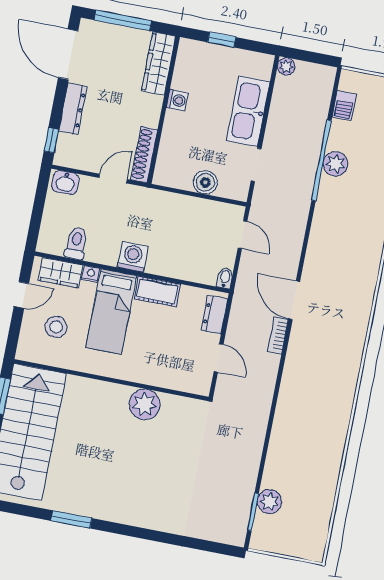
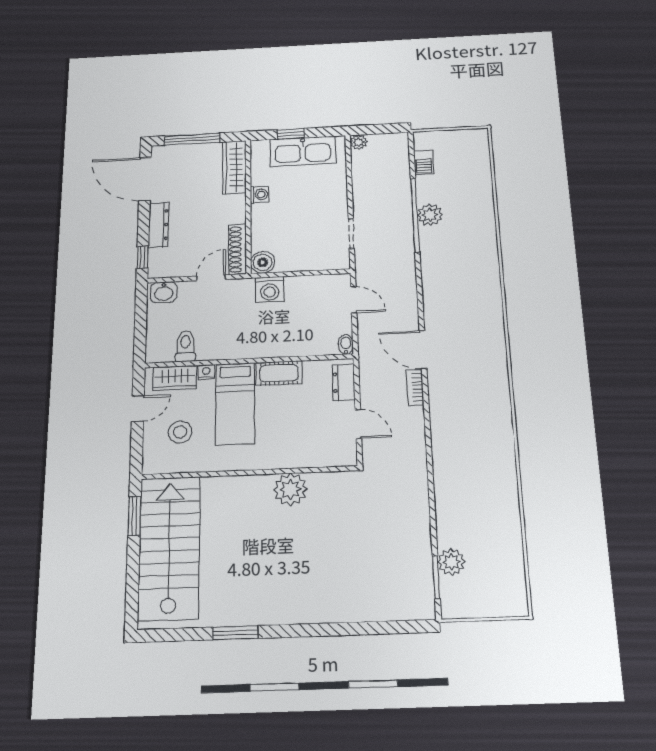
kitchen sink: (248, 111) -> (303, 151), moved, turned -90
boiler: (205, 182) -> (263, 262), moved
washing machine: (133, 257) -> (270, 289), moved, turned 180

